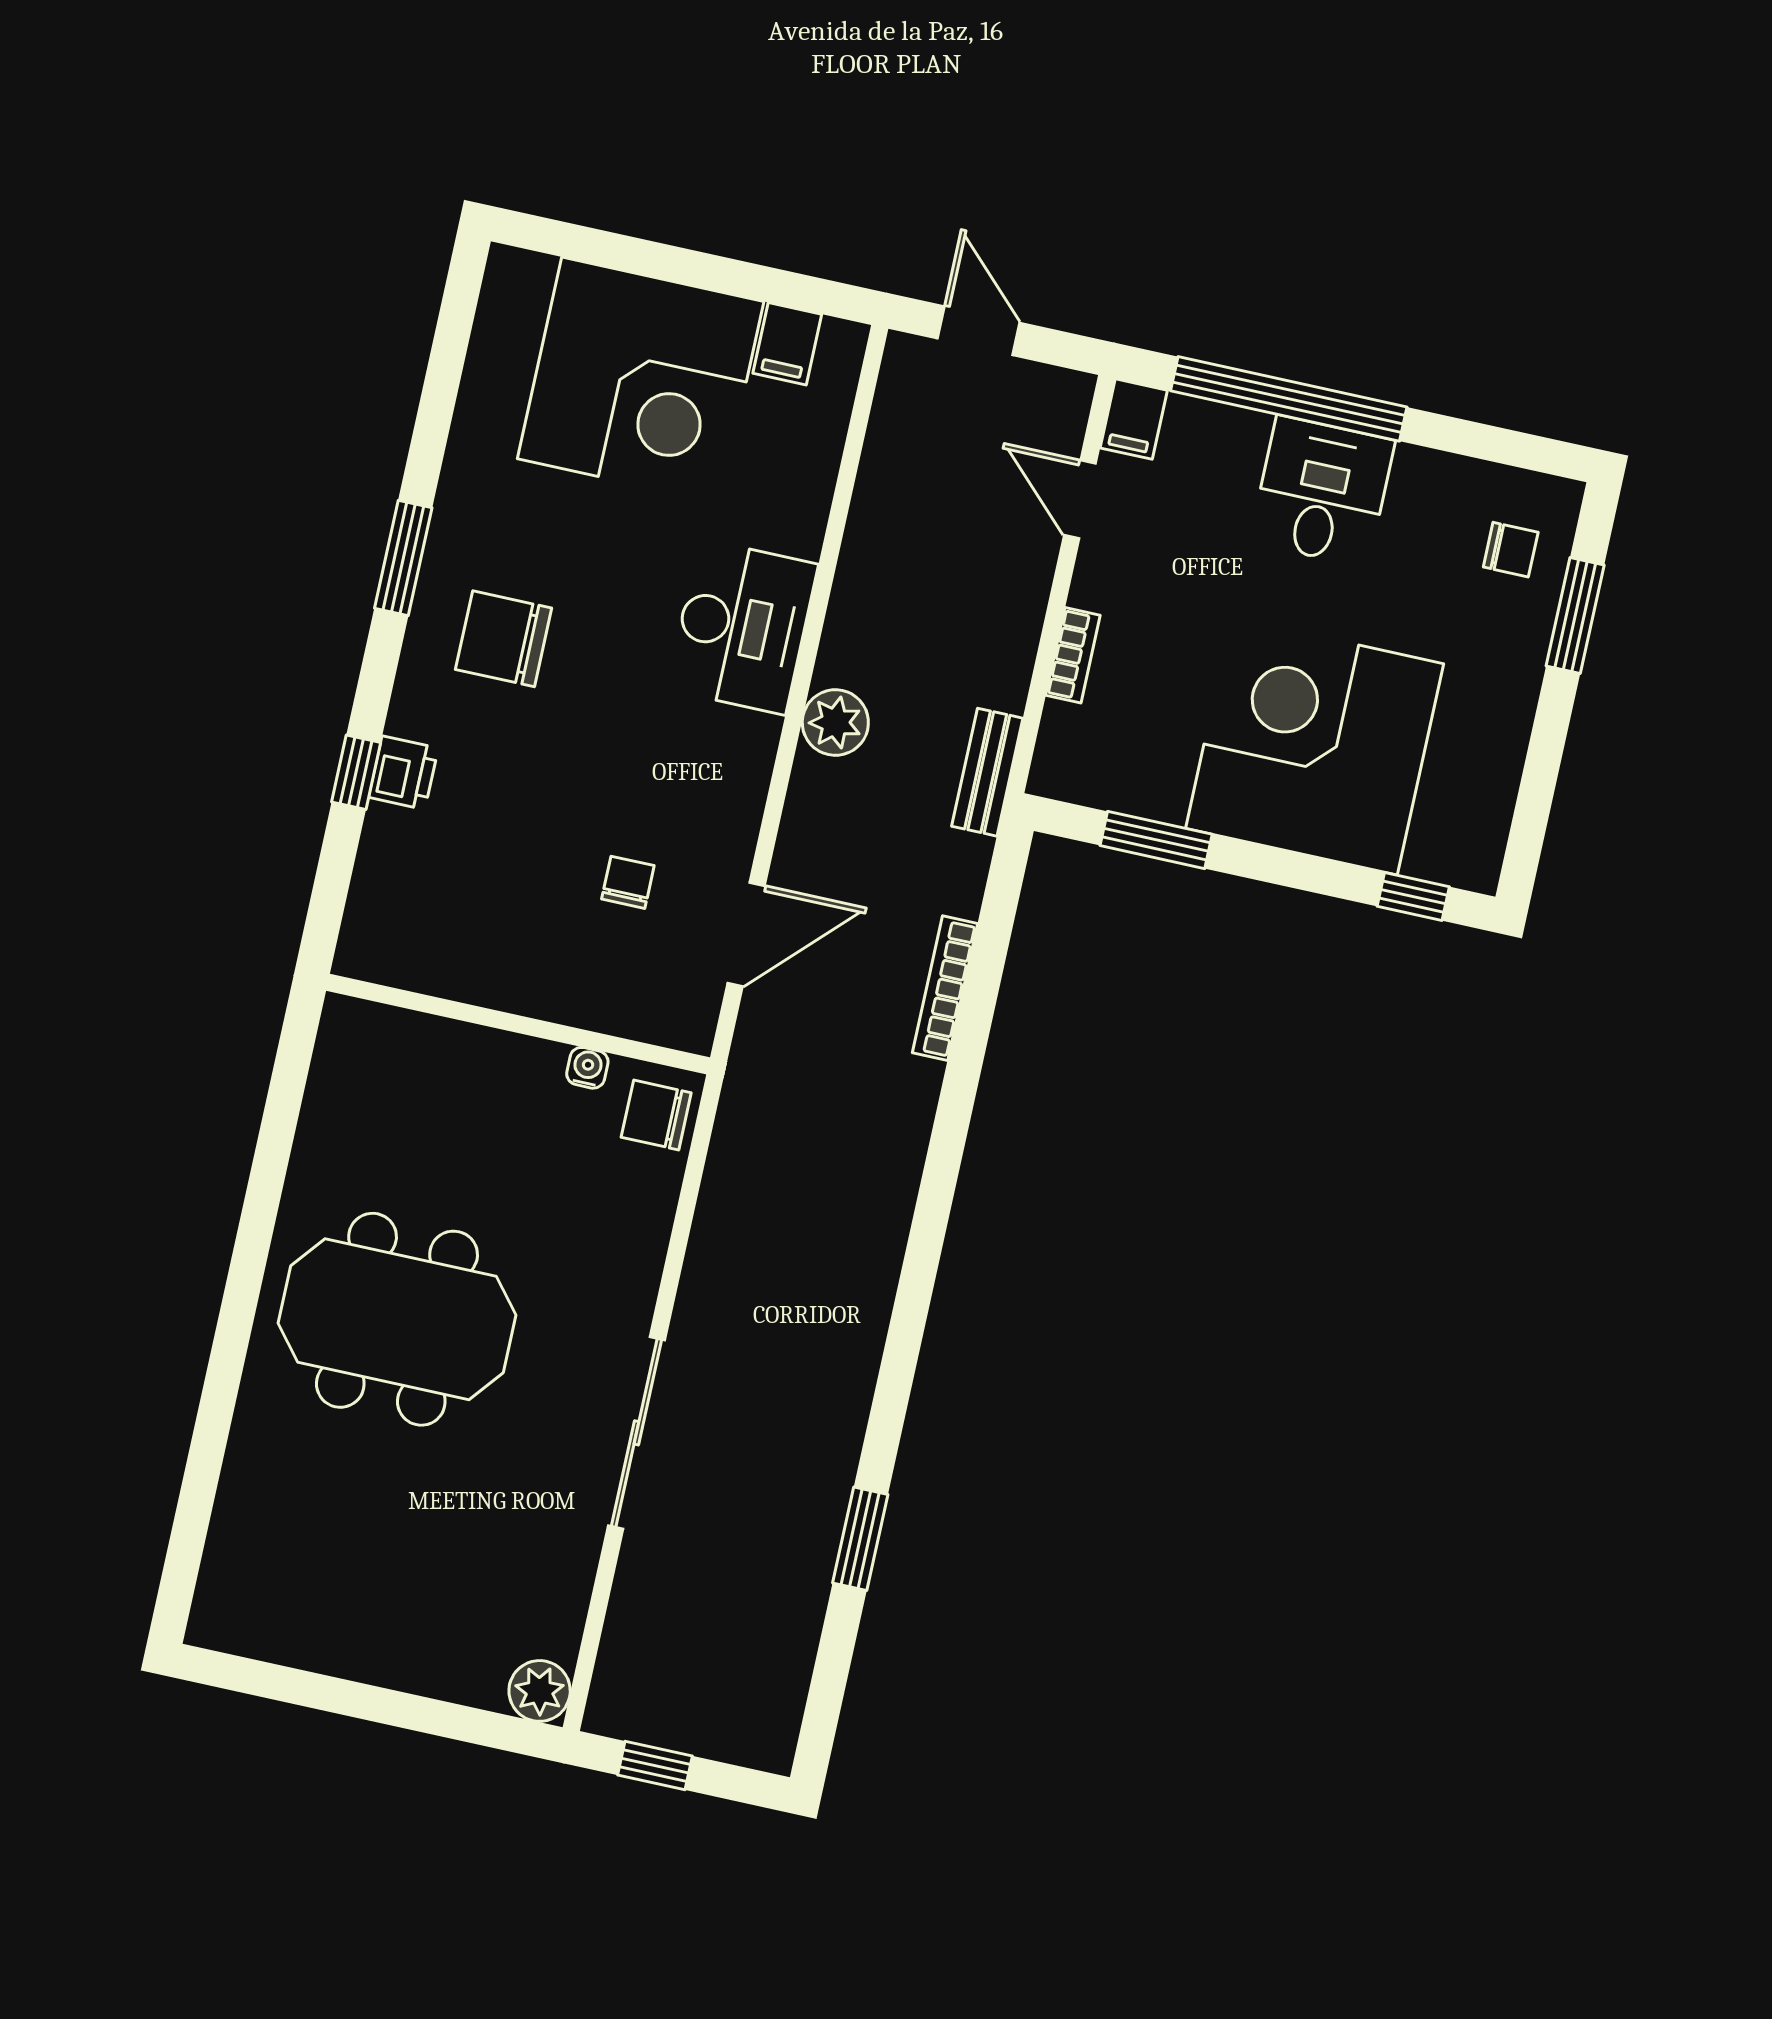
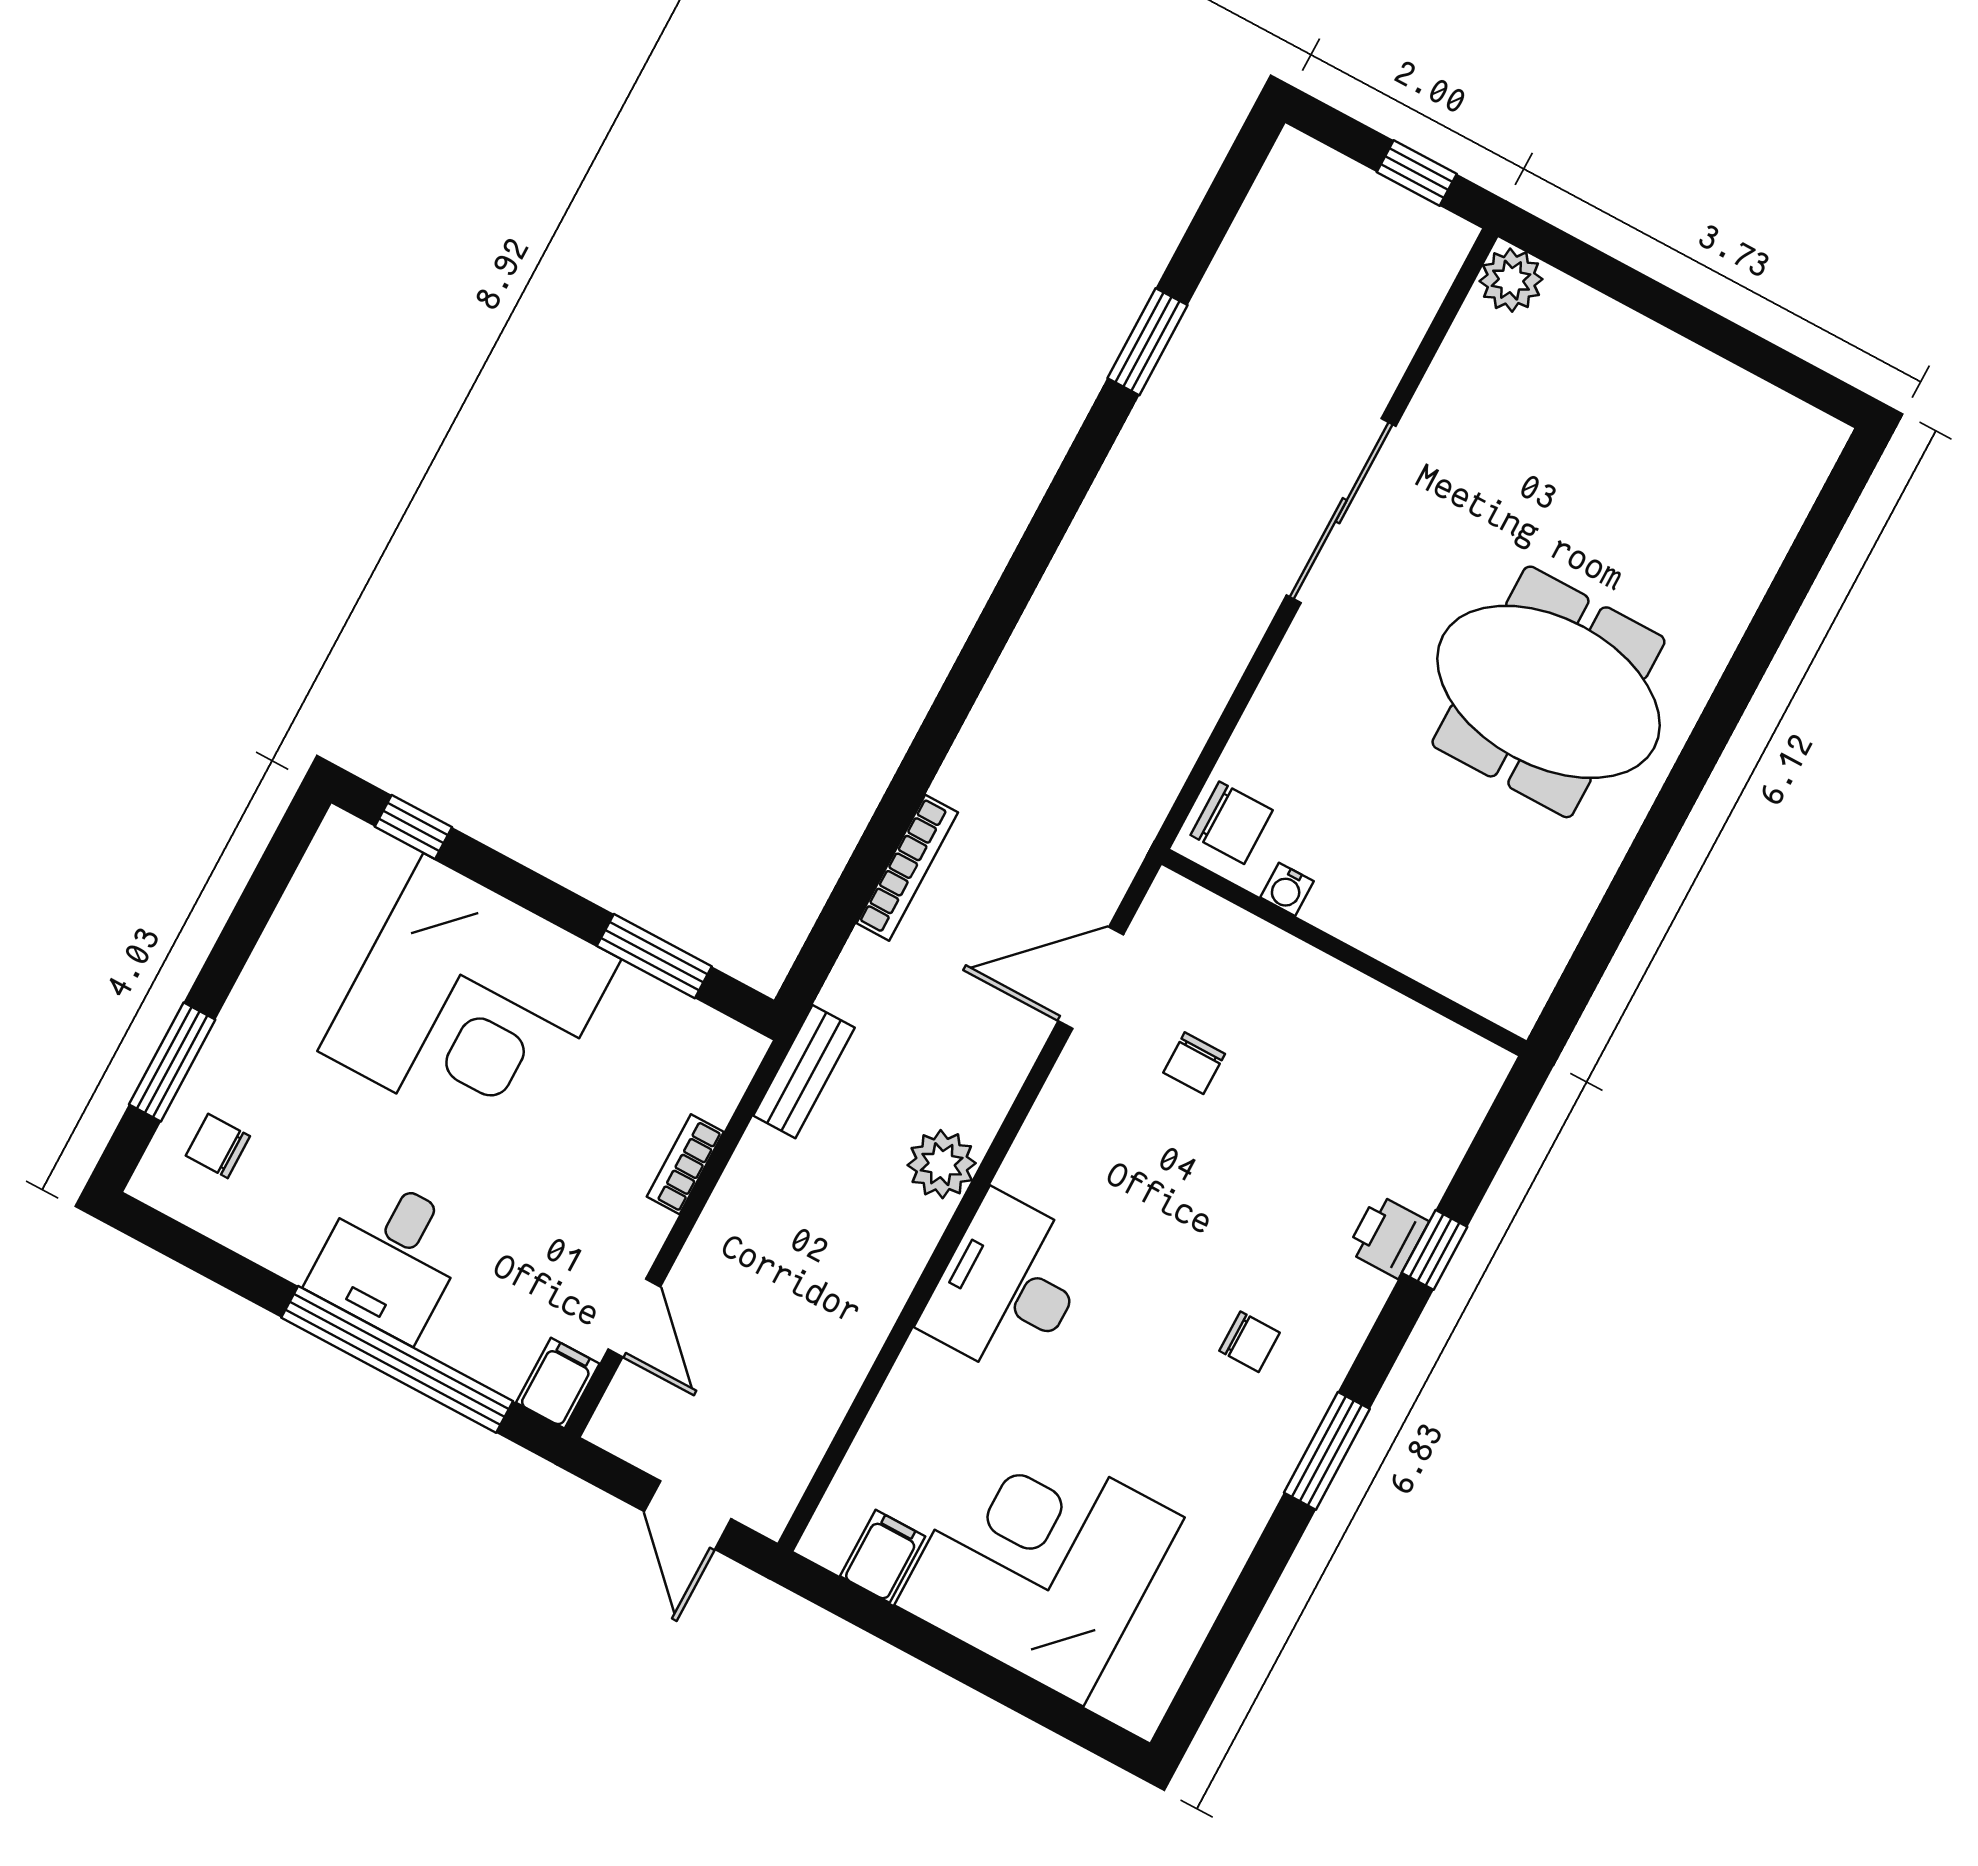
chair: (504, 639) -> (1249, 1342), width x0.54, depth x0.54

